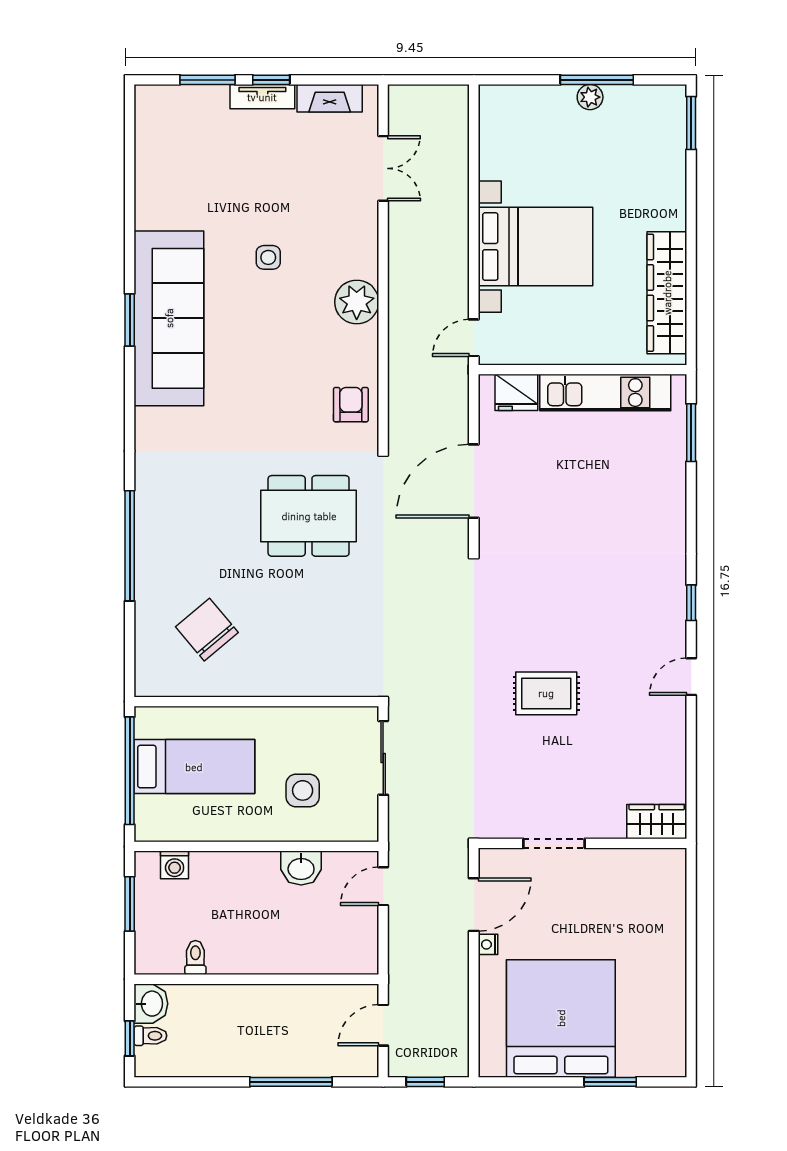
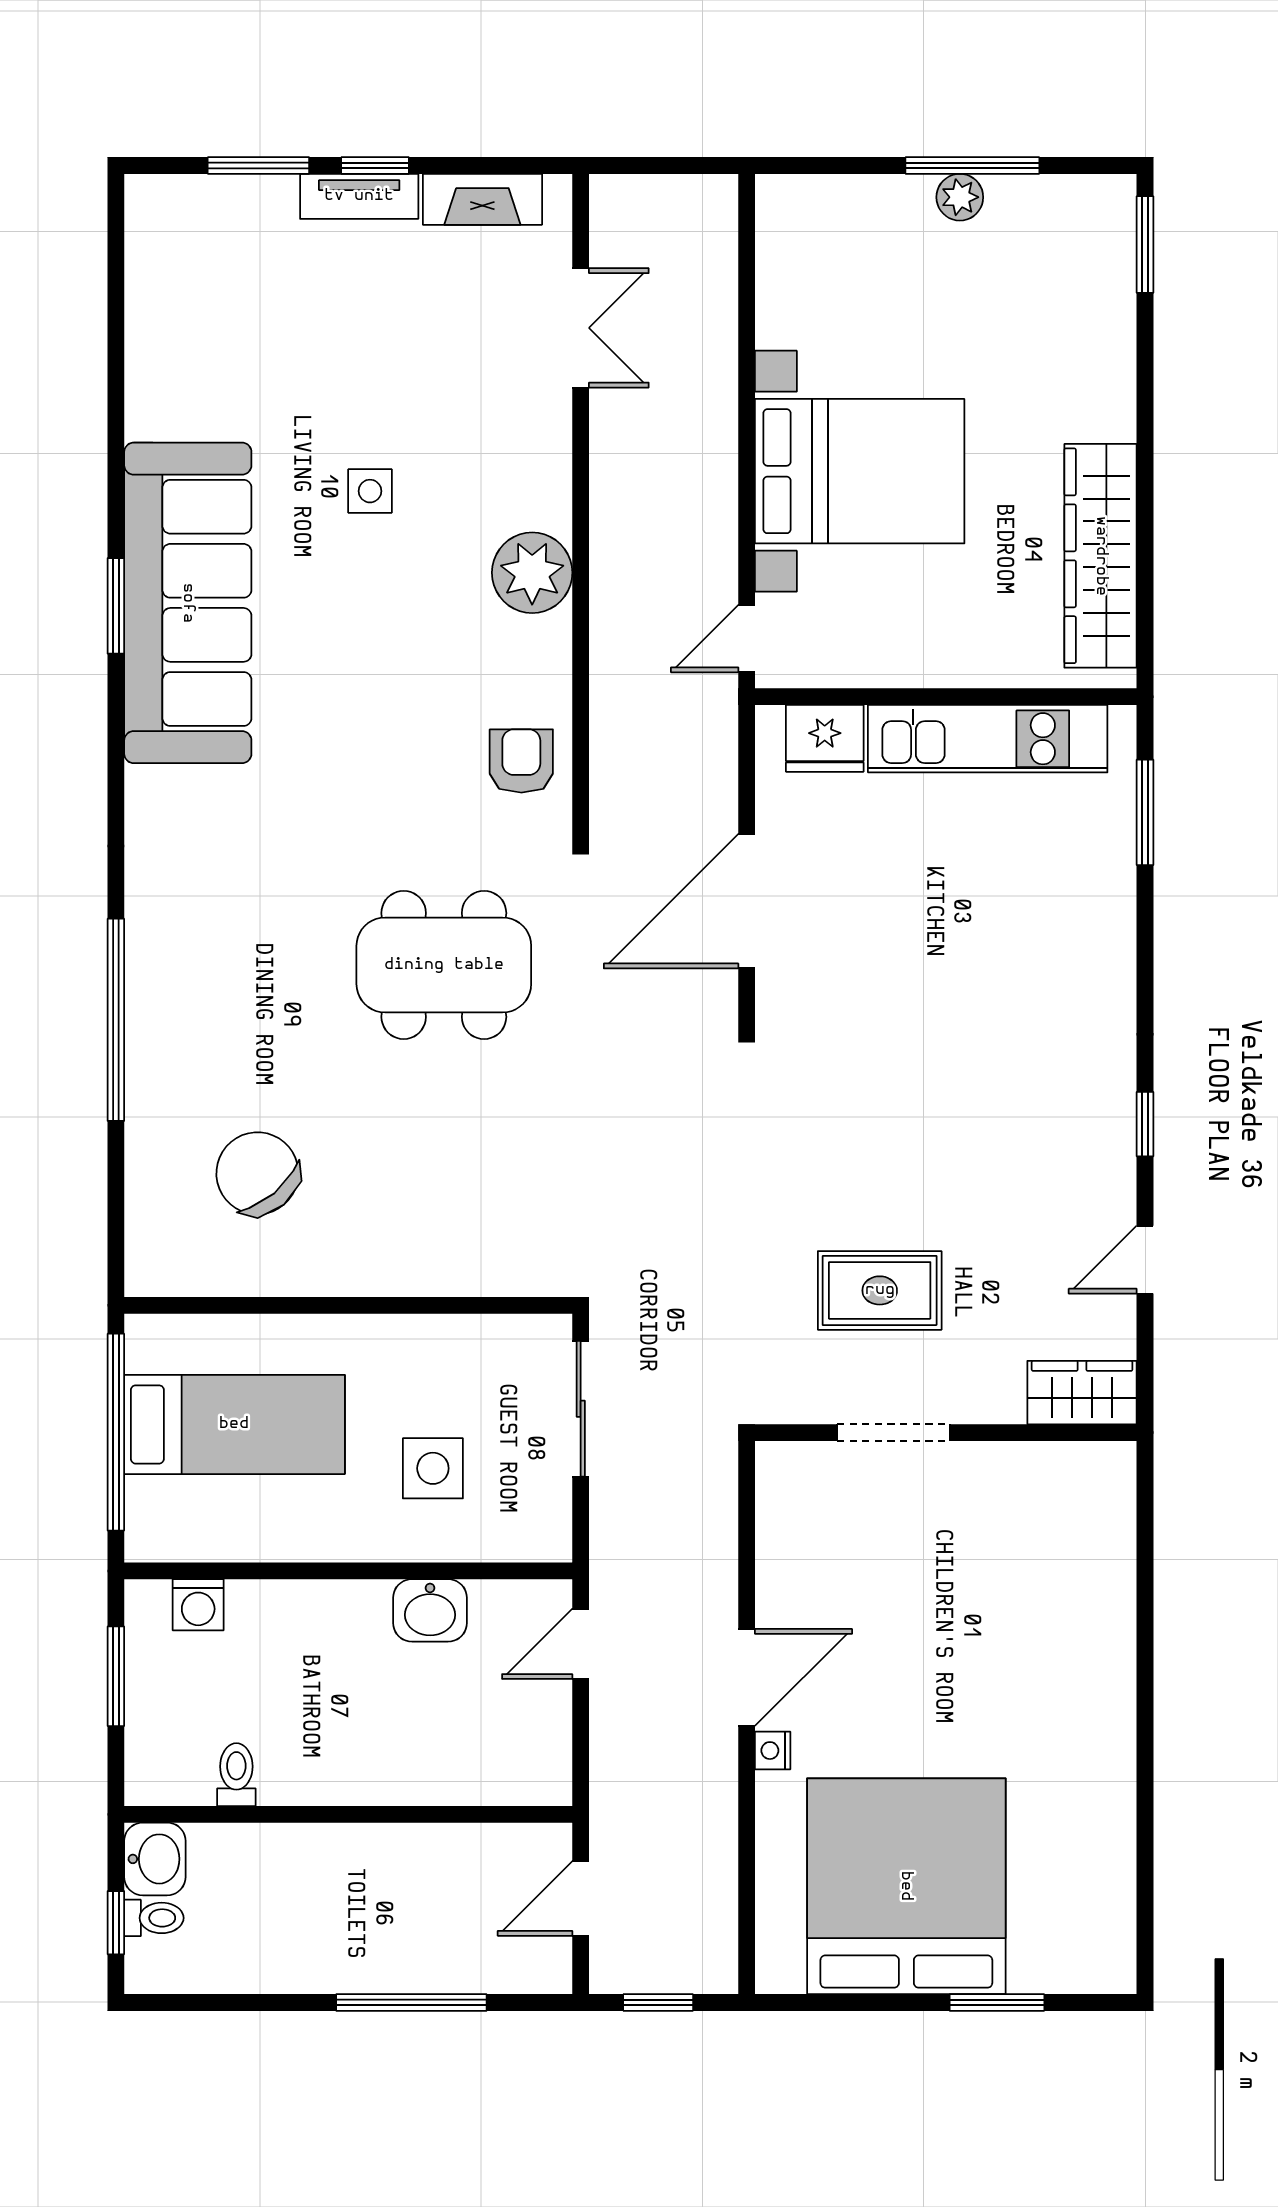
wardrobe: (657, 822) -> (1082, 1393), moved
doorway: (554, 843) -> (894, 1433), moved
wall: (582, 843) -> (946, 1433), moved

